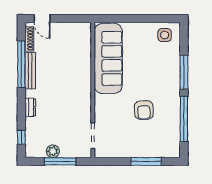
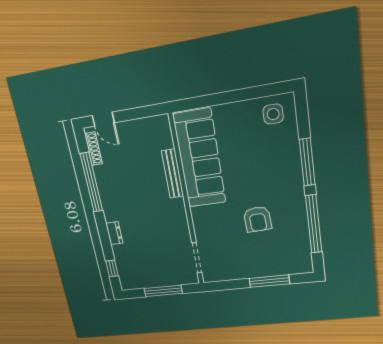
bench: (30, 71) -> (173, 174), moved
plant: (53, 151) -> (152, 280), removed

